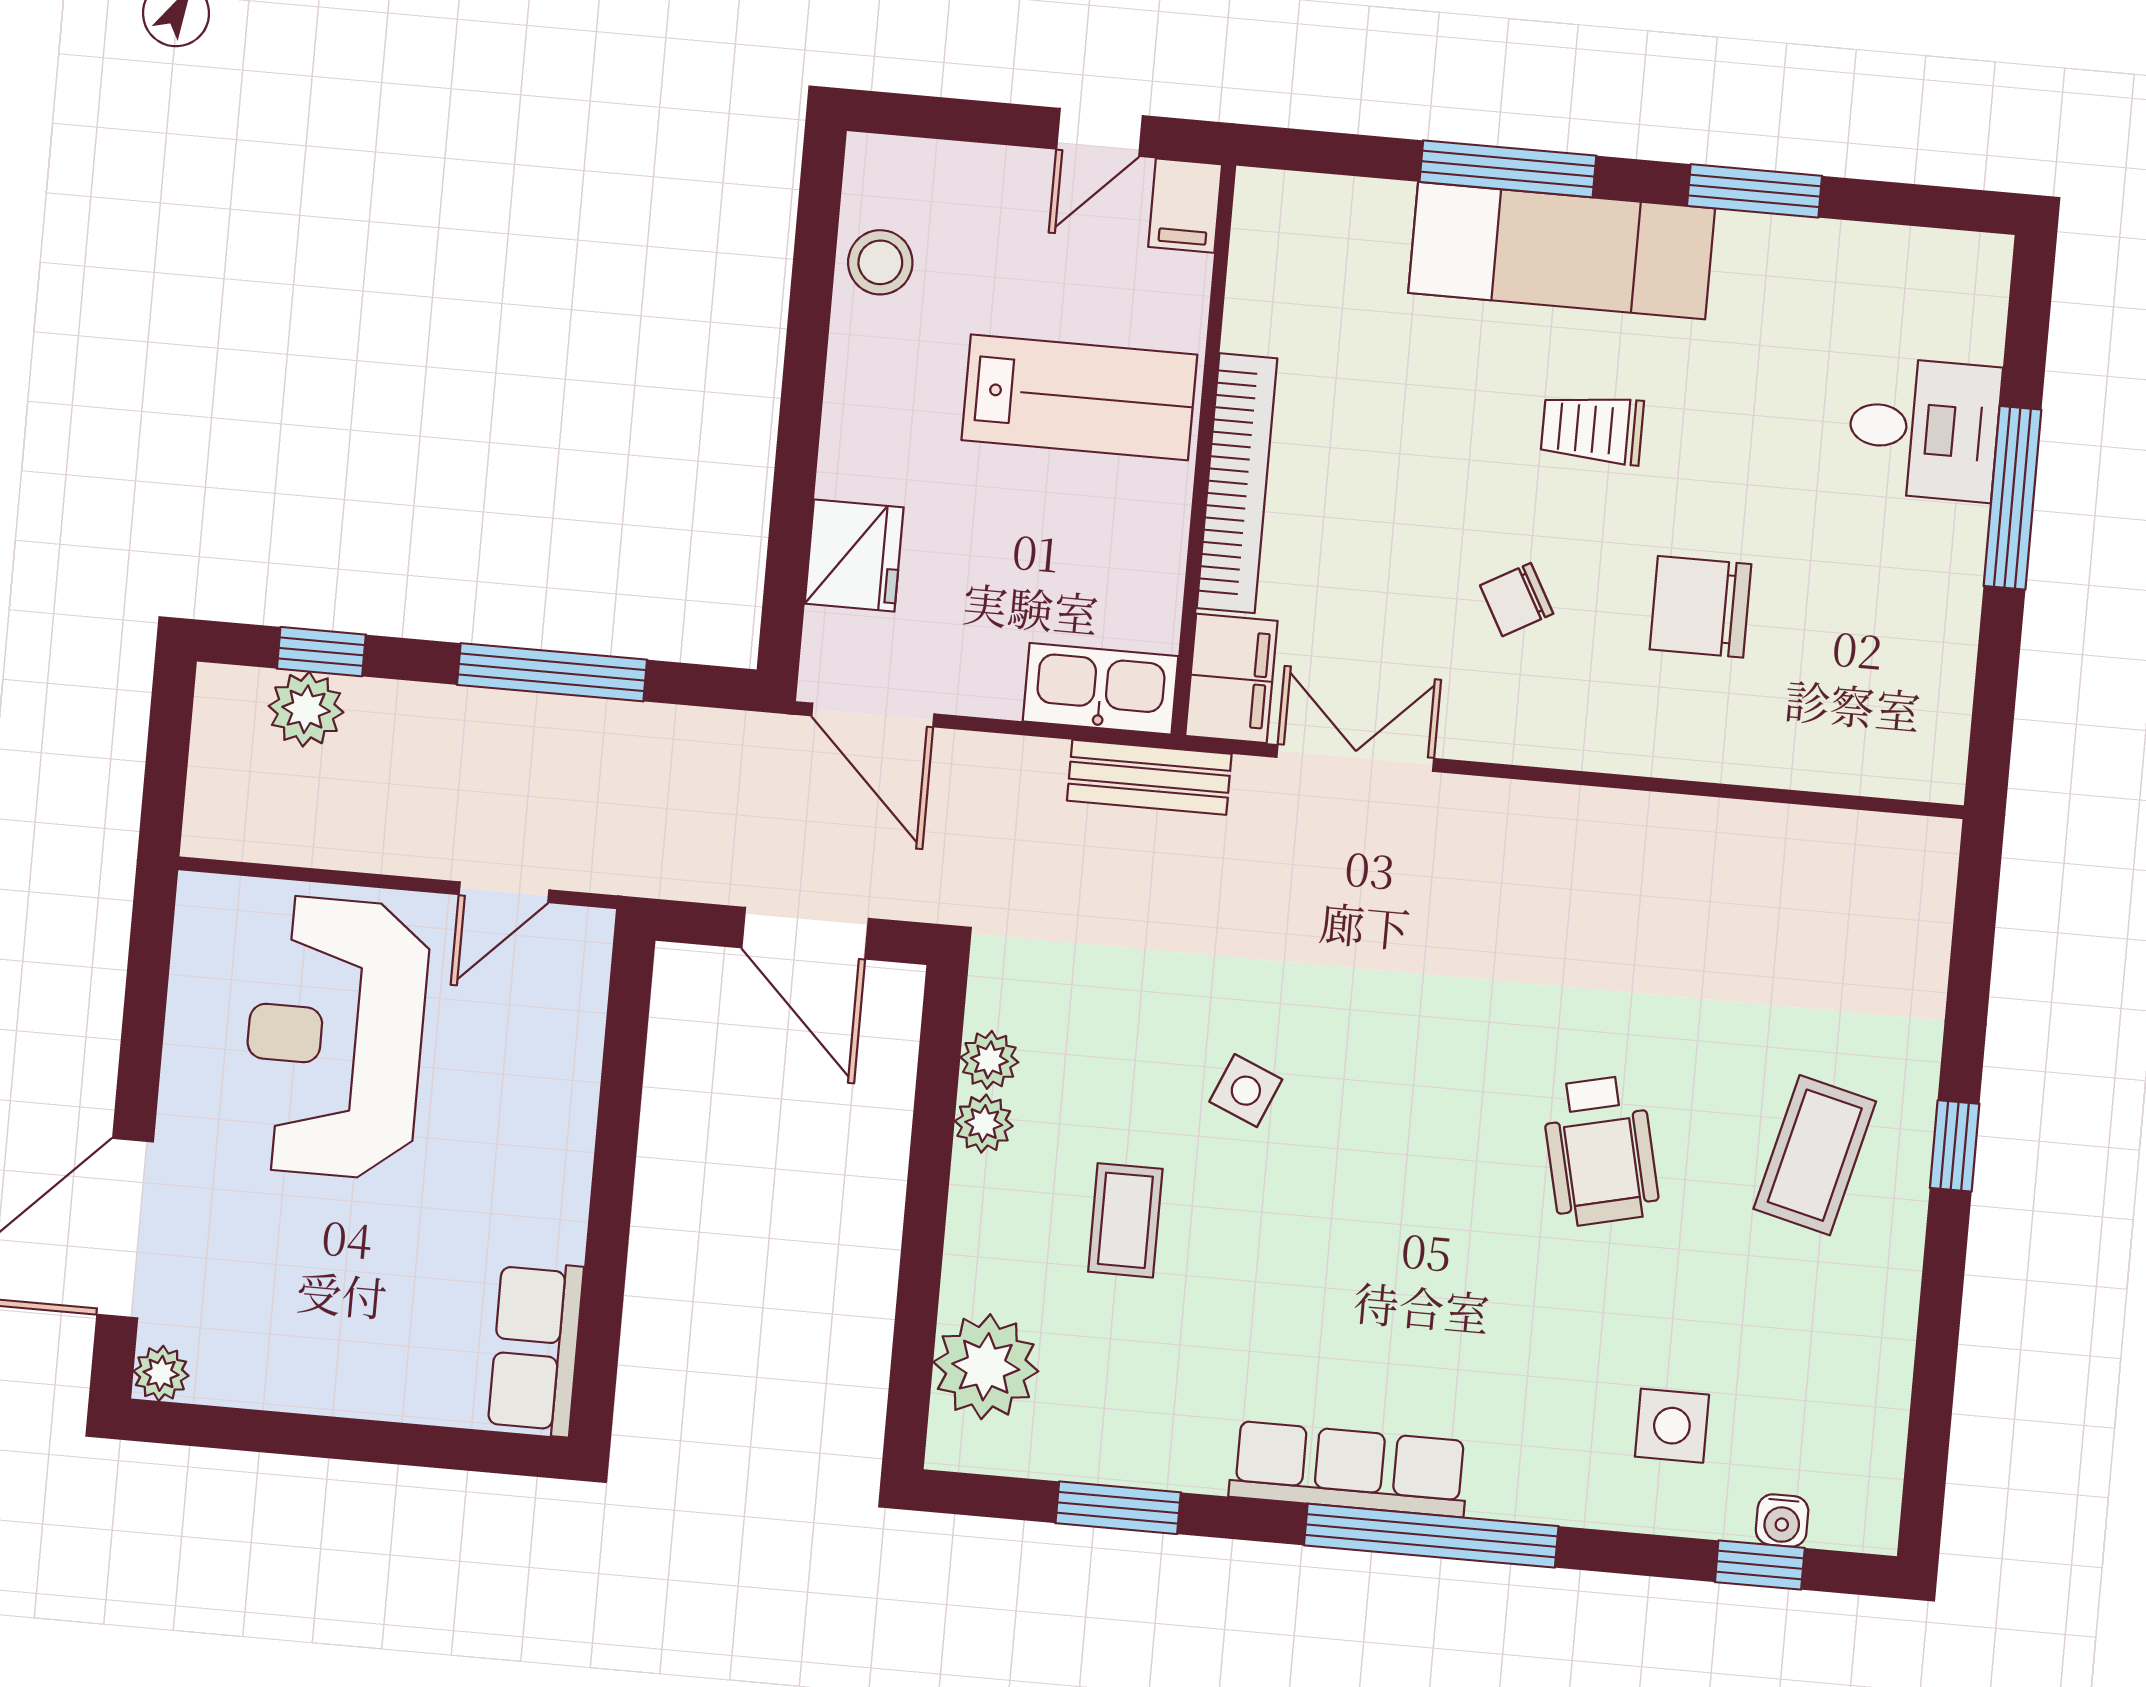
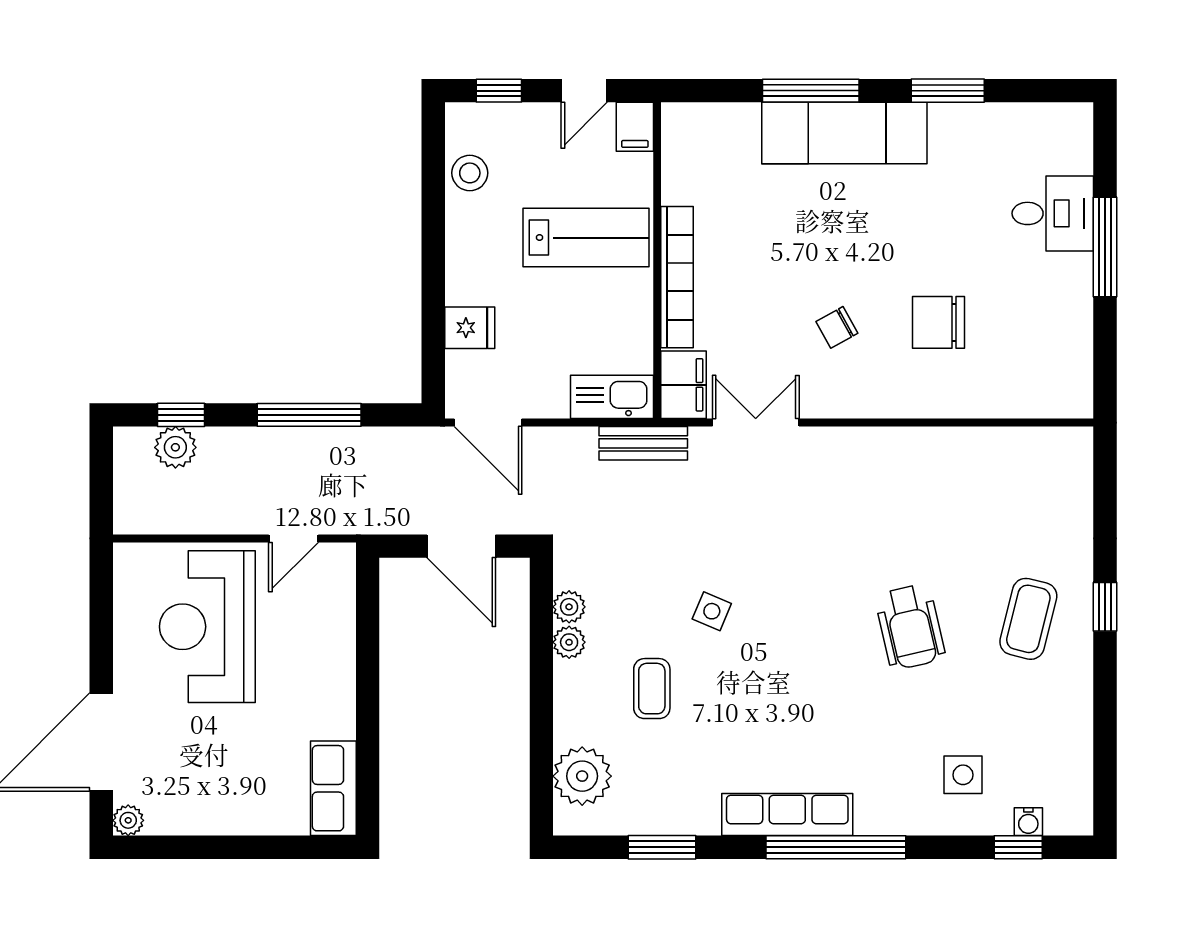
window: (946, 119) -> (499, 91), added
trolley: (1592, 429) -> (870, 230), removed
fridge: (854, 556) -> (470, 328), width x0.72

